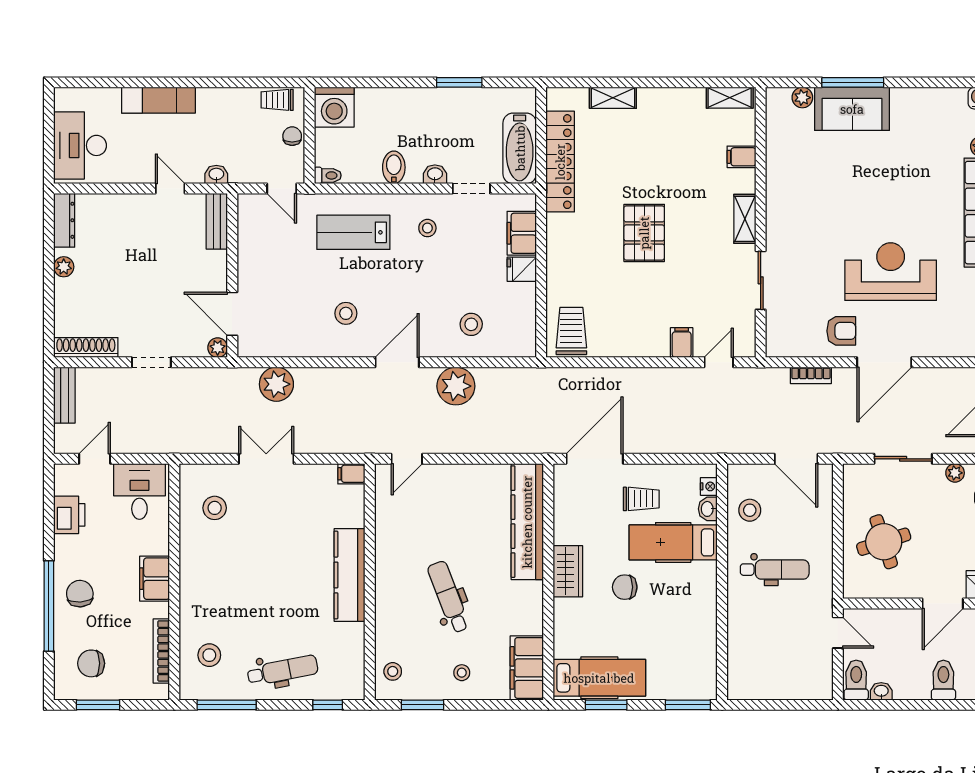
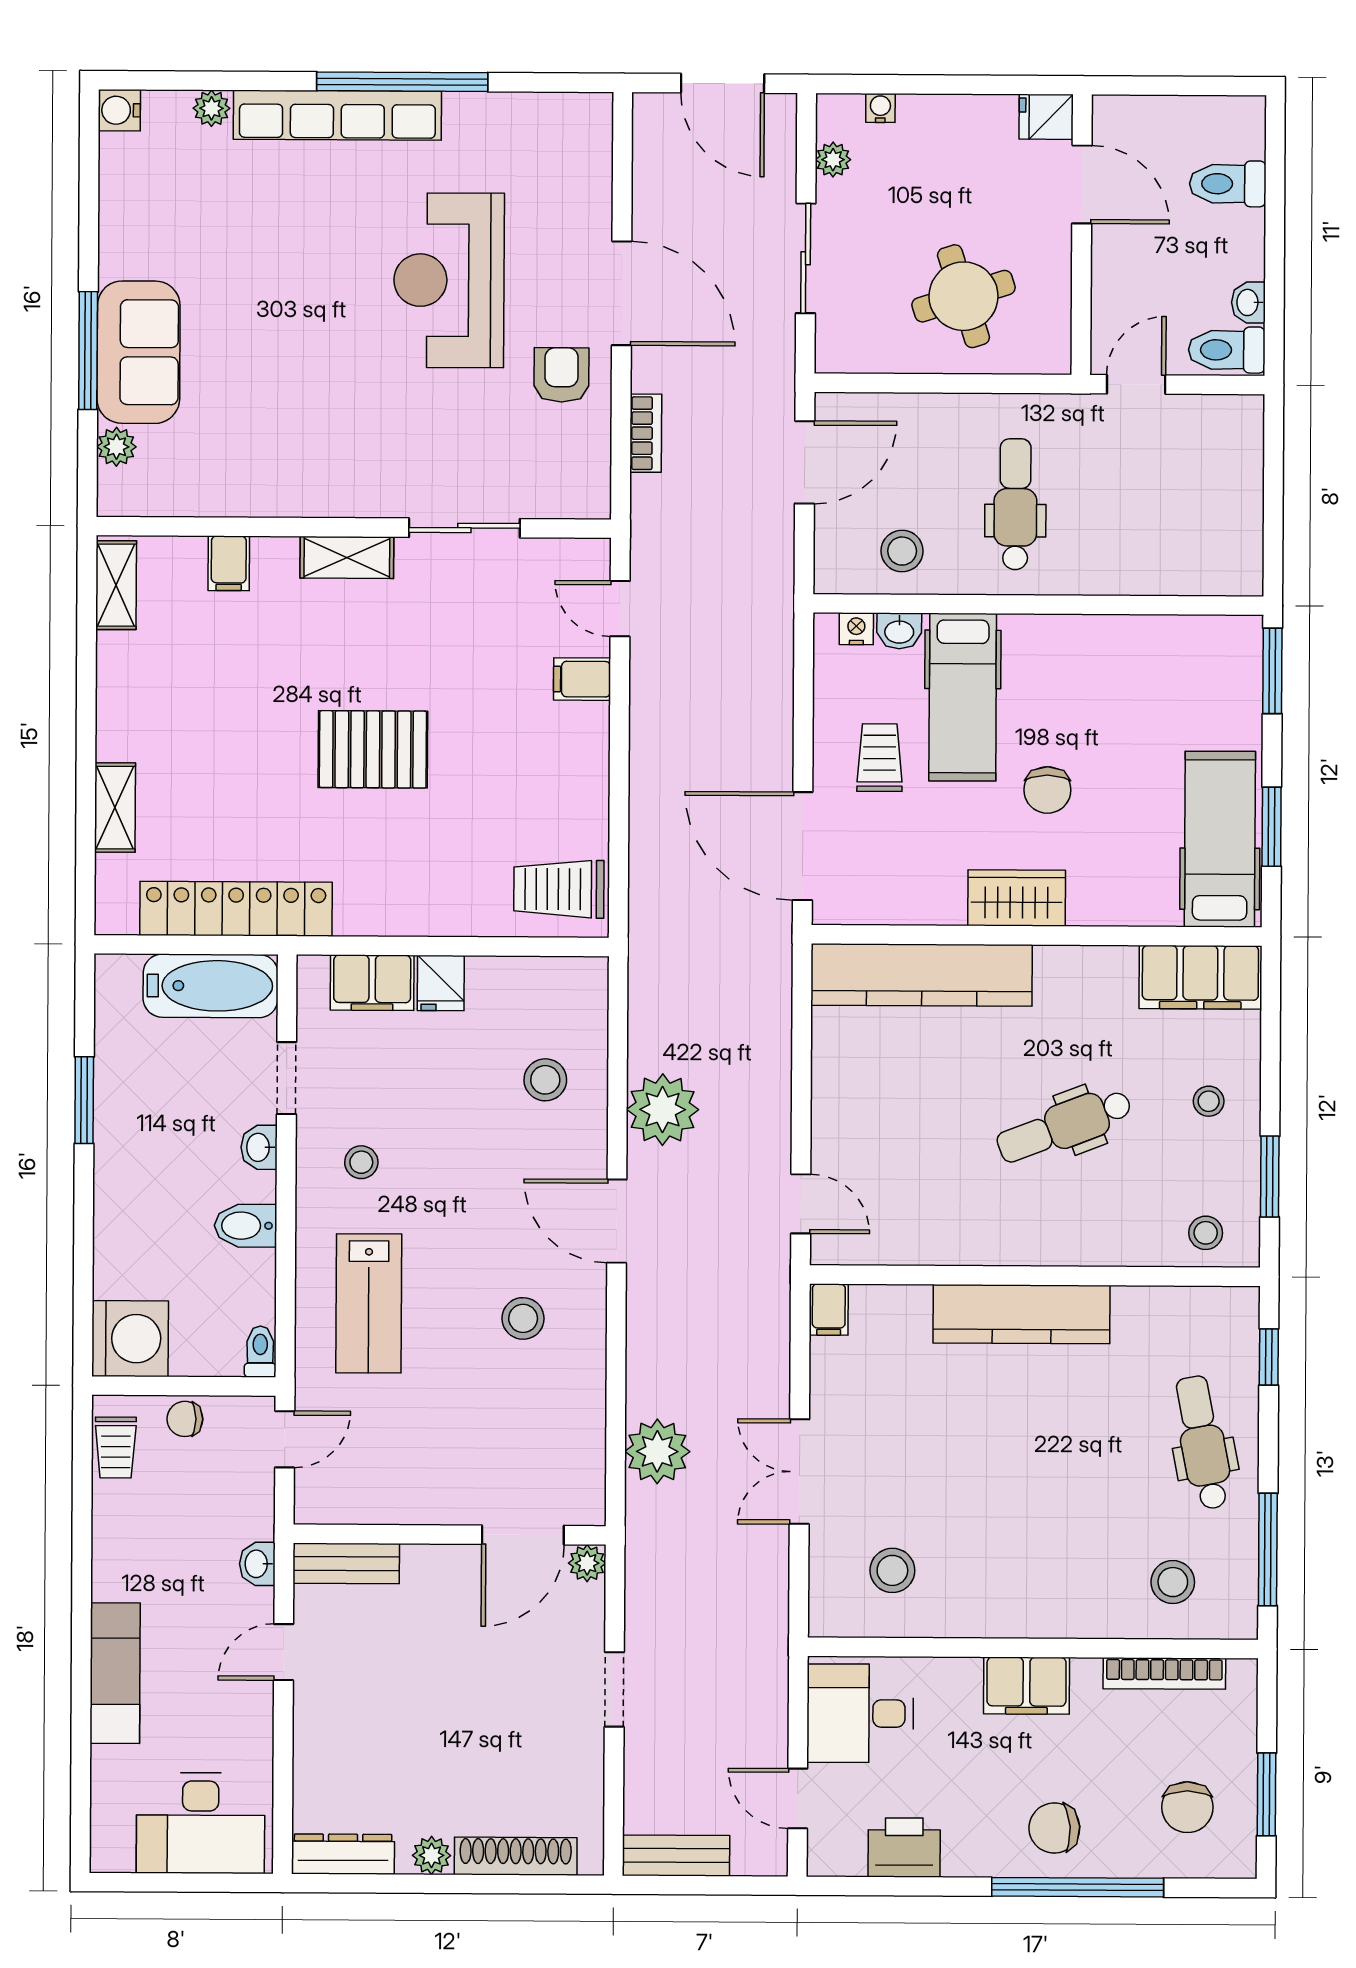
shoe rack: (86, 348) -> (516, 1856), moved, turned 90

